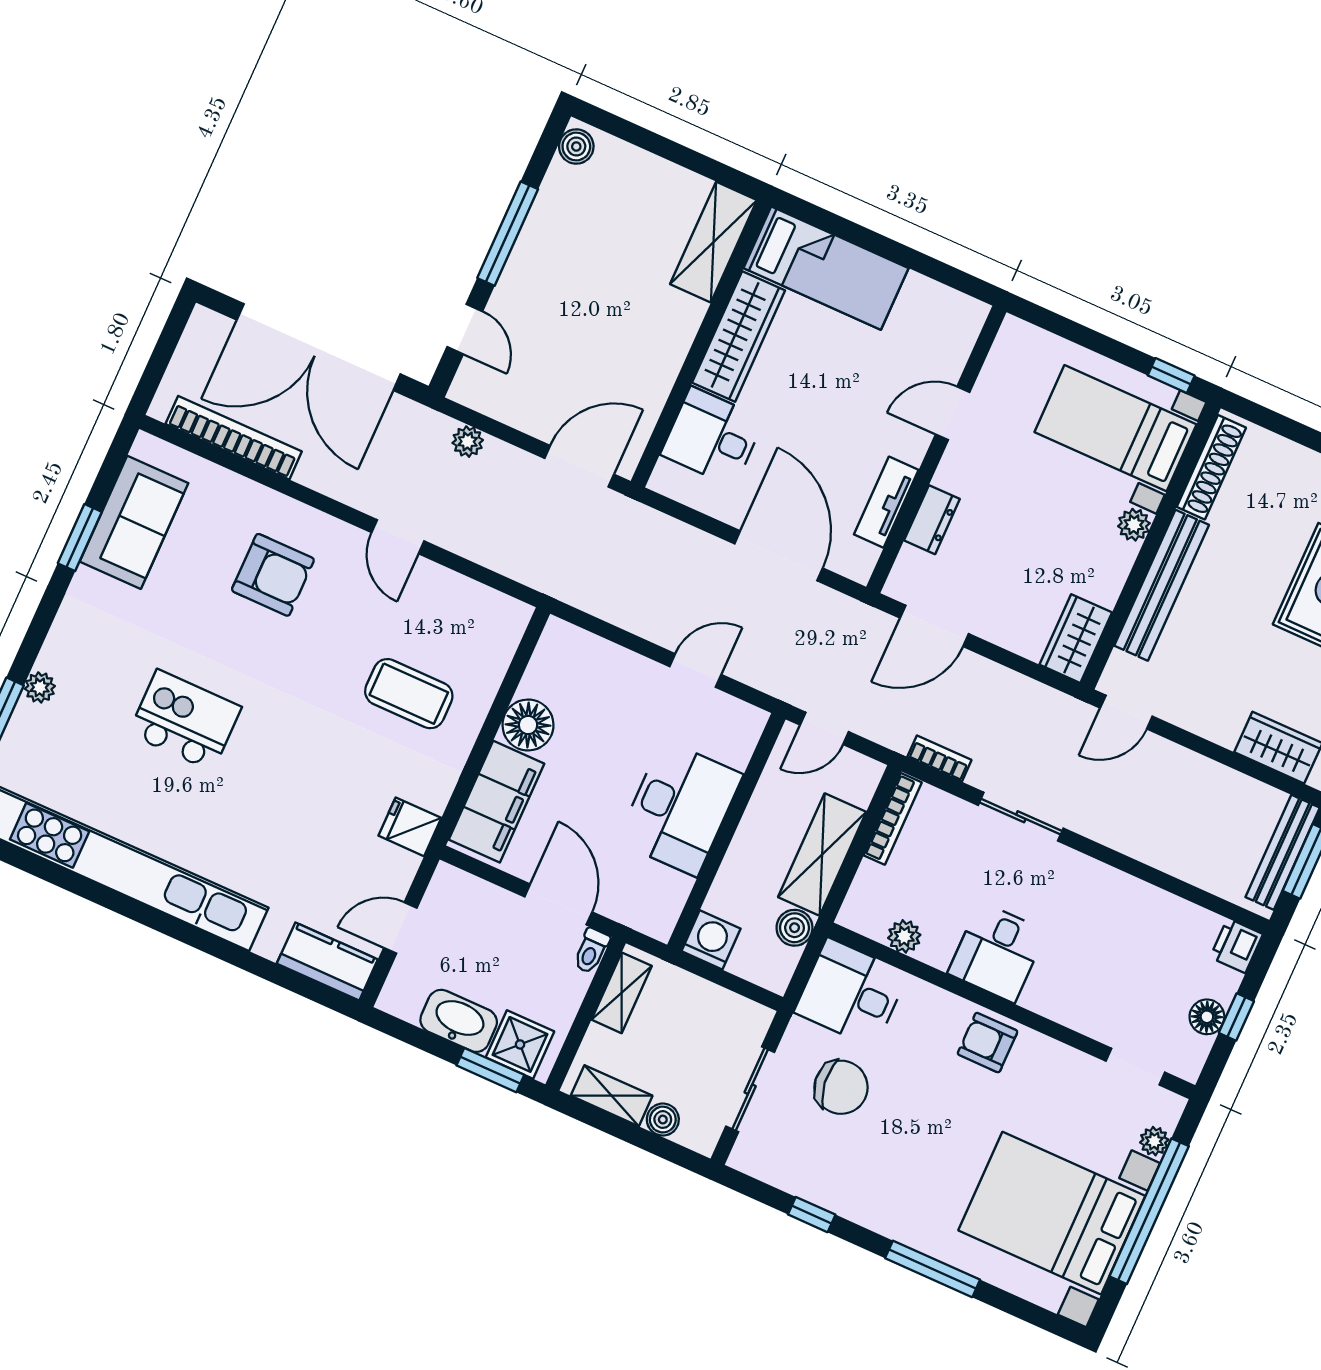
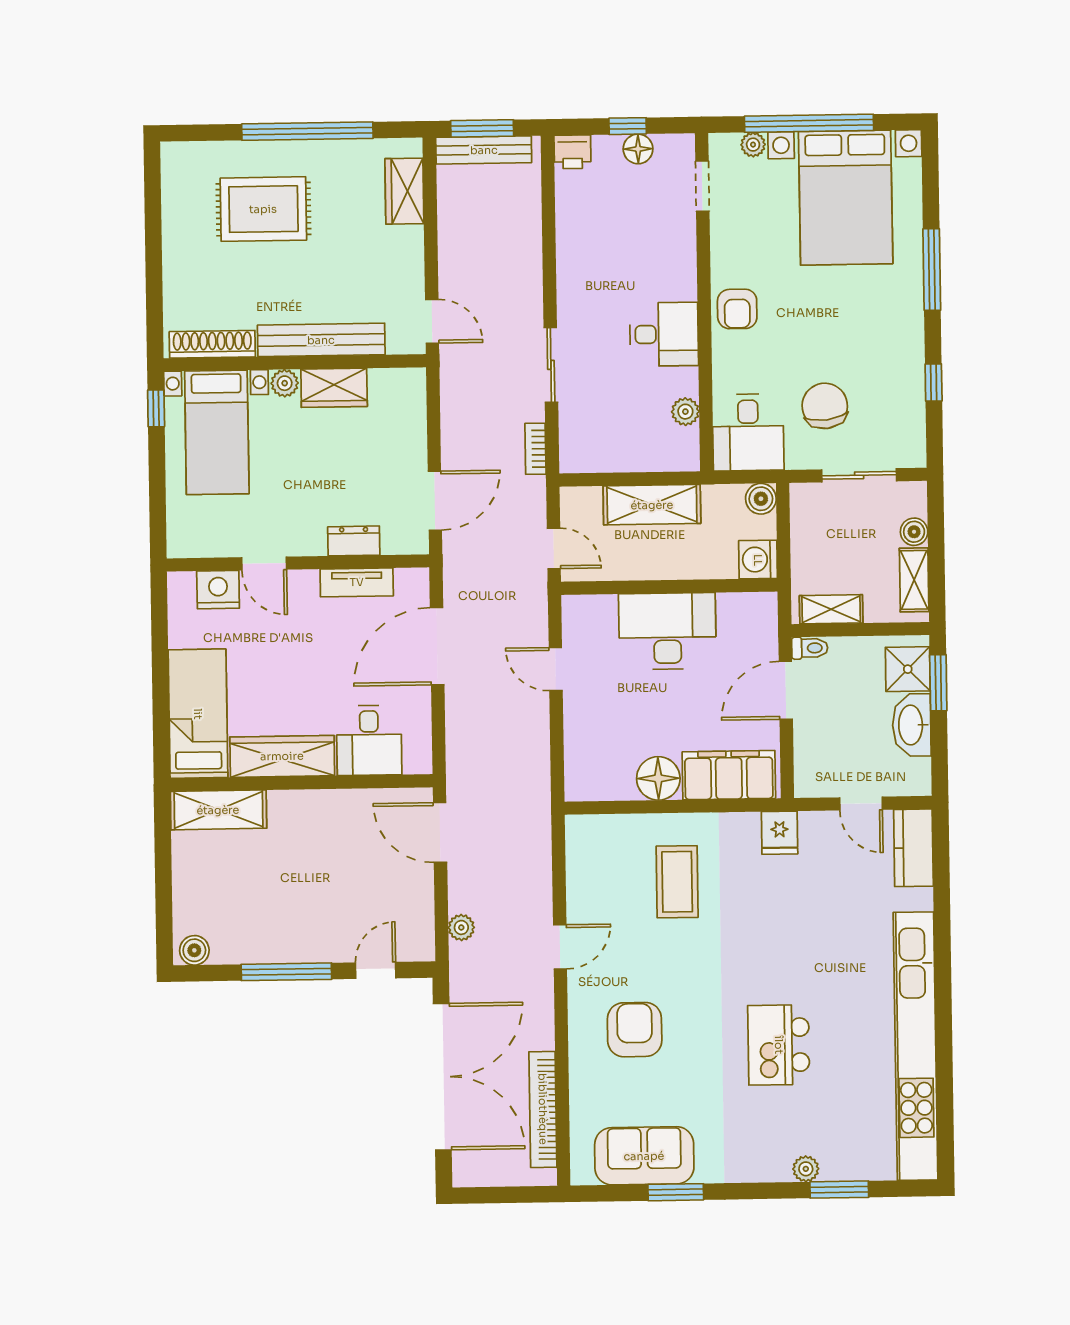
nightstand: (948, 351) -> (218, 590), added
door: (934, 626) -> (435, 501), hinge flipped
wardrobe: (1076, 639) -> (334, 388), moved
bookcase: (893, 819) -> (599, 463), removed
boiler: (795, 928) -> (761, 499), moved

